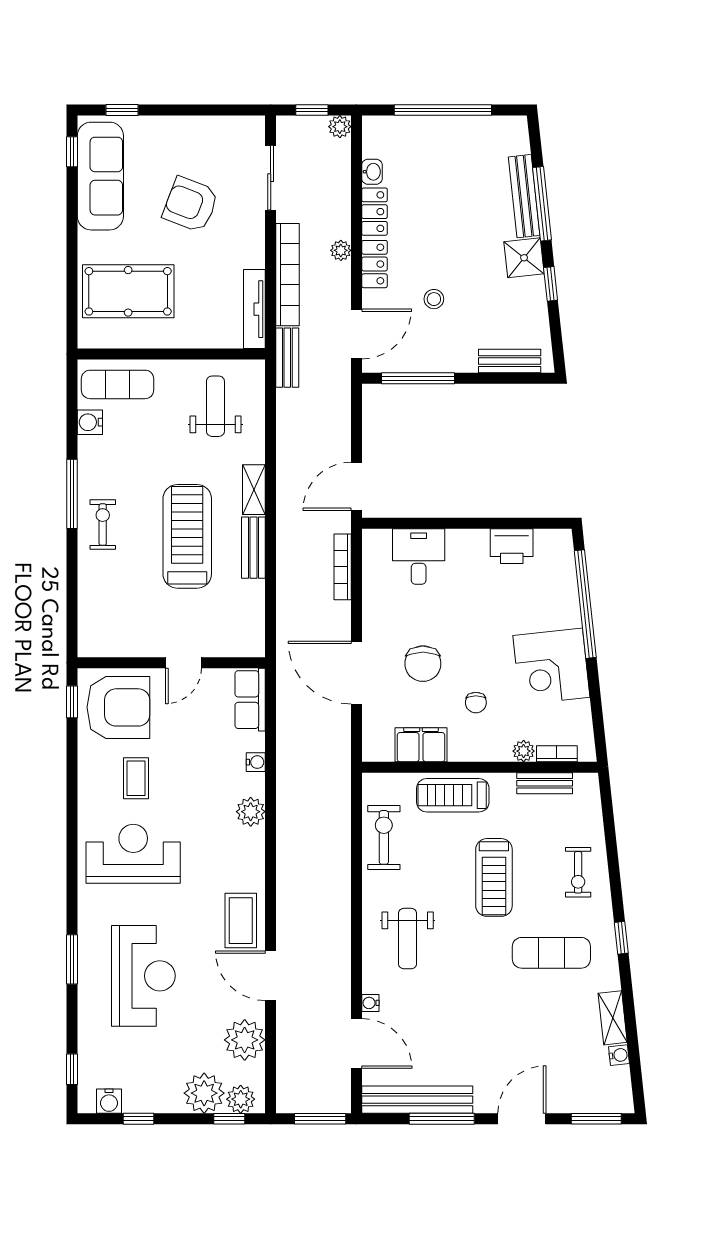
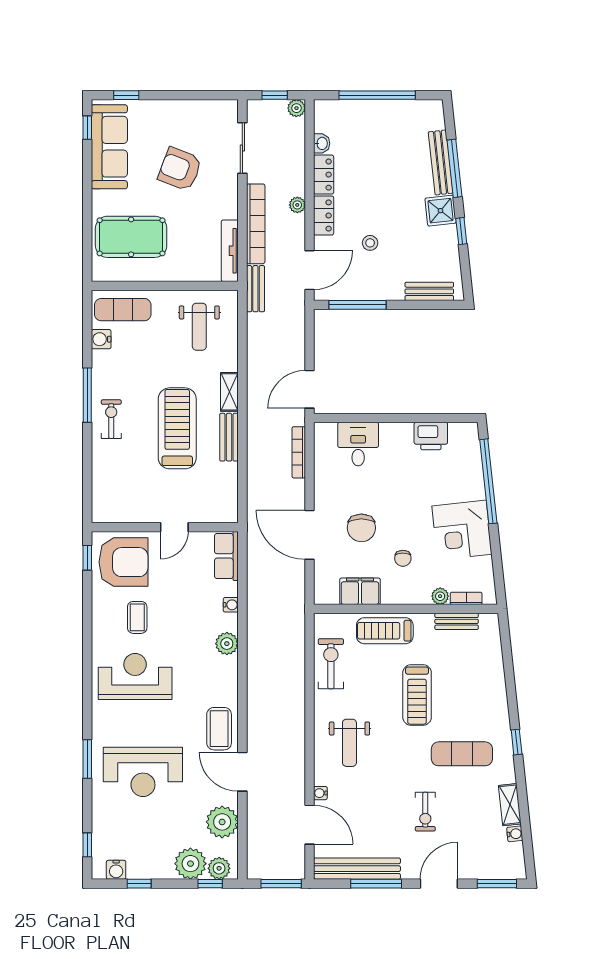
weight bench: (215, 406) -> (199, 327), turned 180
exercise bike: (578, 872) -> (425, 812), moved
reception desk: (143, 976) -> (143, 772), turned 90

